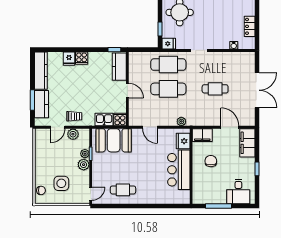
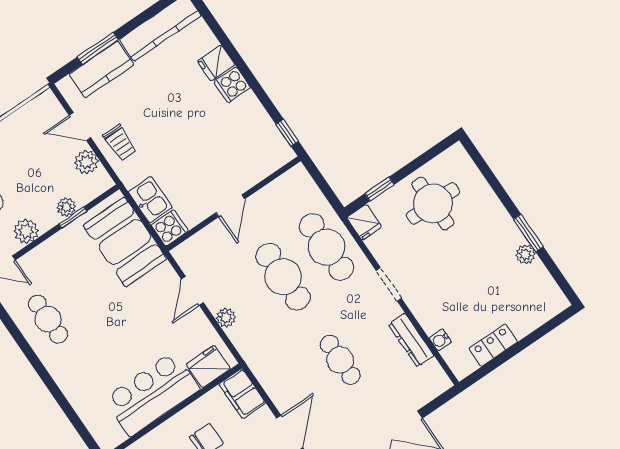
dresser: (226, 57) -> (411, 340), added
kitchen counter: (119, 67) -> (263, 162), removed
plant: (181, 121) -> (226, 318), moved
plant: (84, 165) -> (26, 231), moved

